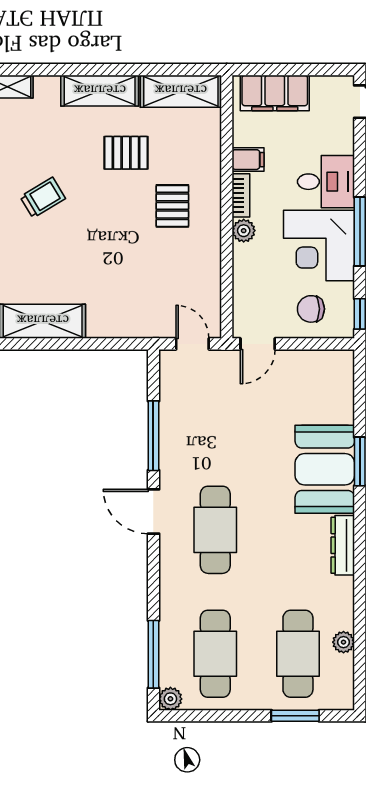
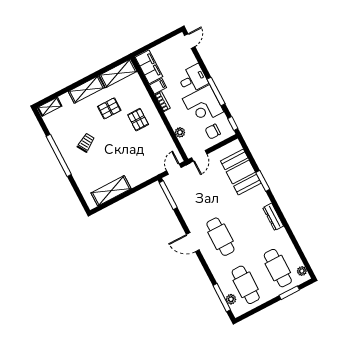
filing cabinet: (275, 93) -> (149, 67), moved, turned -90
plant: (244, 231) -> (180, 132), moved
door: (192, 344) -> (174, 169), hinge flipped
window: (153, 436) -> (168, 195), moved
booth: (325, 469) -> (241, 172), moved
plant: (344, 642) -> (302, 271), moved
plant: (170, 699) -> (231, 299), moved

